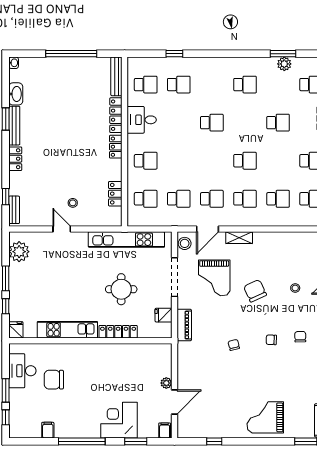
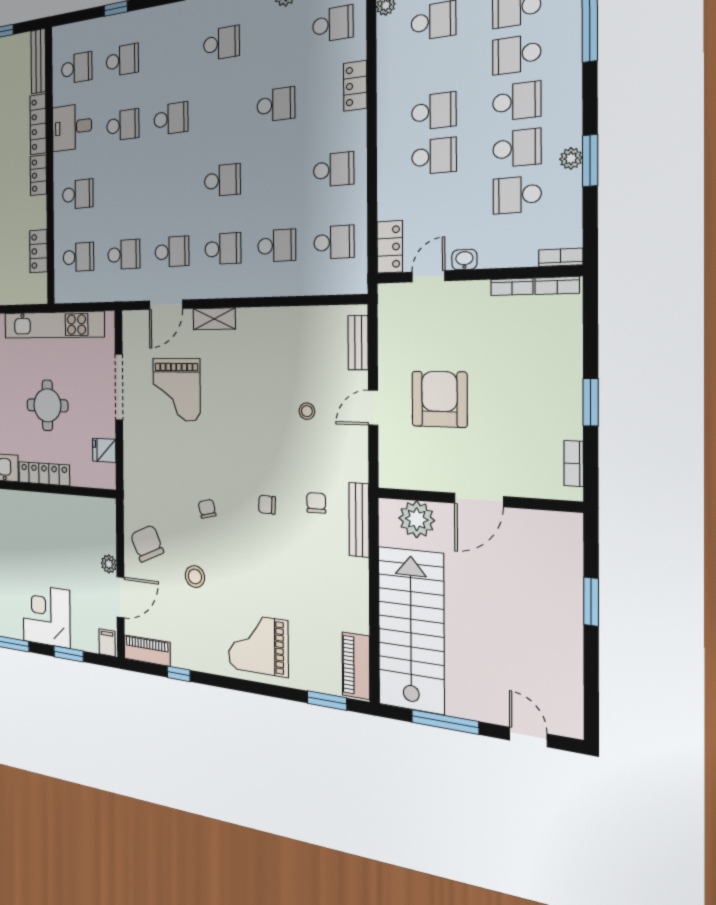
school desk: (179, 123) -> (123, 125), added
stool: (185, 243) -> (195, 577), moved
chair: (255, 291) -> (147, 543), moved
piano: (184, 325) -> (147, 650), moved, turned -90

